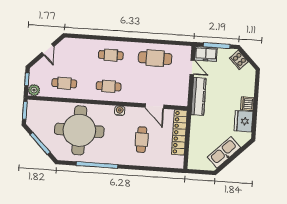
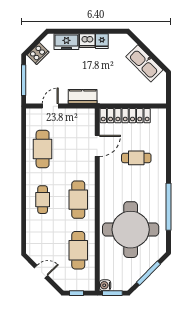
freezer: (206, 54) -> (66, 42), moved, turned 90
cafe table: (64, 83) -> (78, 250), width x1.37, depth x1.35
cafe table: (109, 86) -> (78, 200), width x1.37, depth x1.35
plant: (34, 90) -> (88, 284), removed
kitchen counter: (199, 96) -> (83, 97), width x0.67
water cooler: (120, 111) -> (105, 285), moved
fridge: (243, 121) -> (102, 41), width x0.53, depth x0.75

